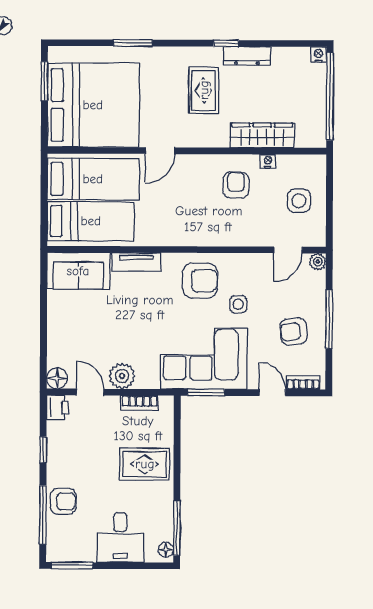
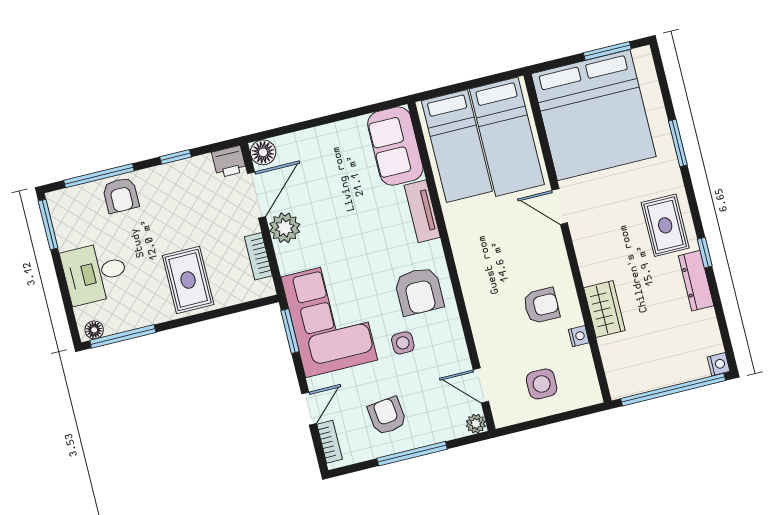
rug: (204, 90) -> (665, 225), moved, turned 90
wardrobe: (262, 135) -> (604, 309), width x0.67
door: (90, 392) -> (257, 195), width x1.38

